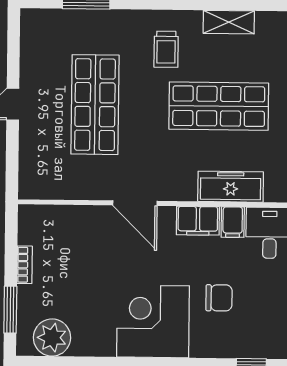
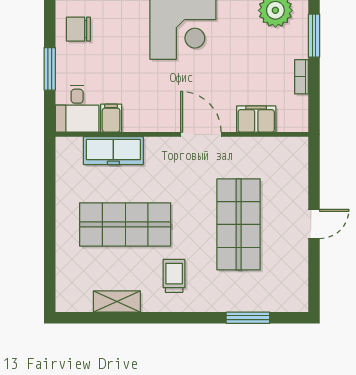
filing cabinet: (198, 221) -> (256, 119), moved
chair: (219, 298) -> (78, 29), moved

